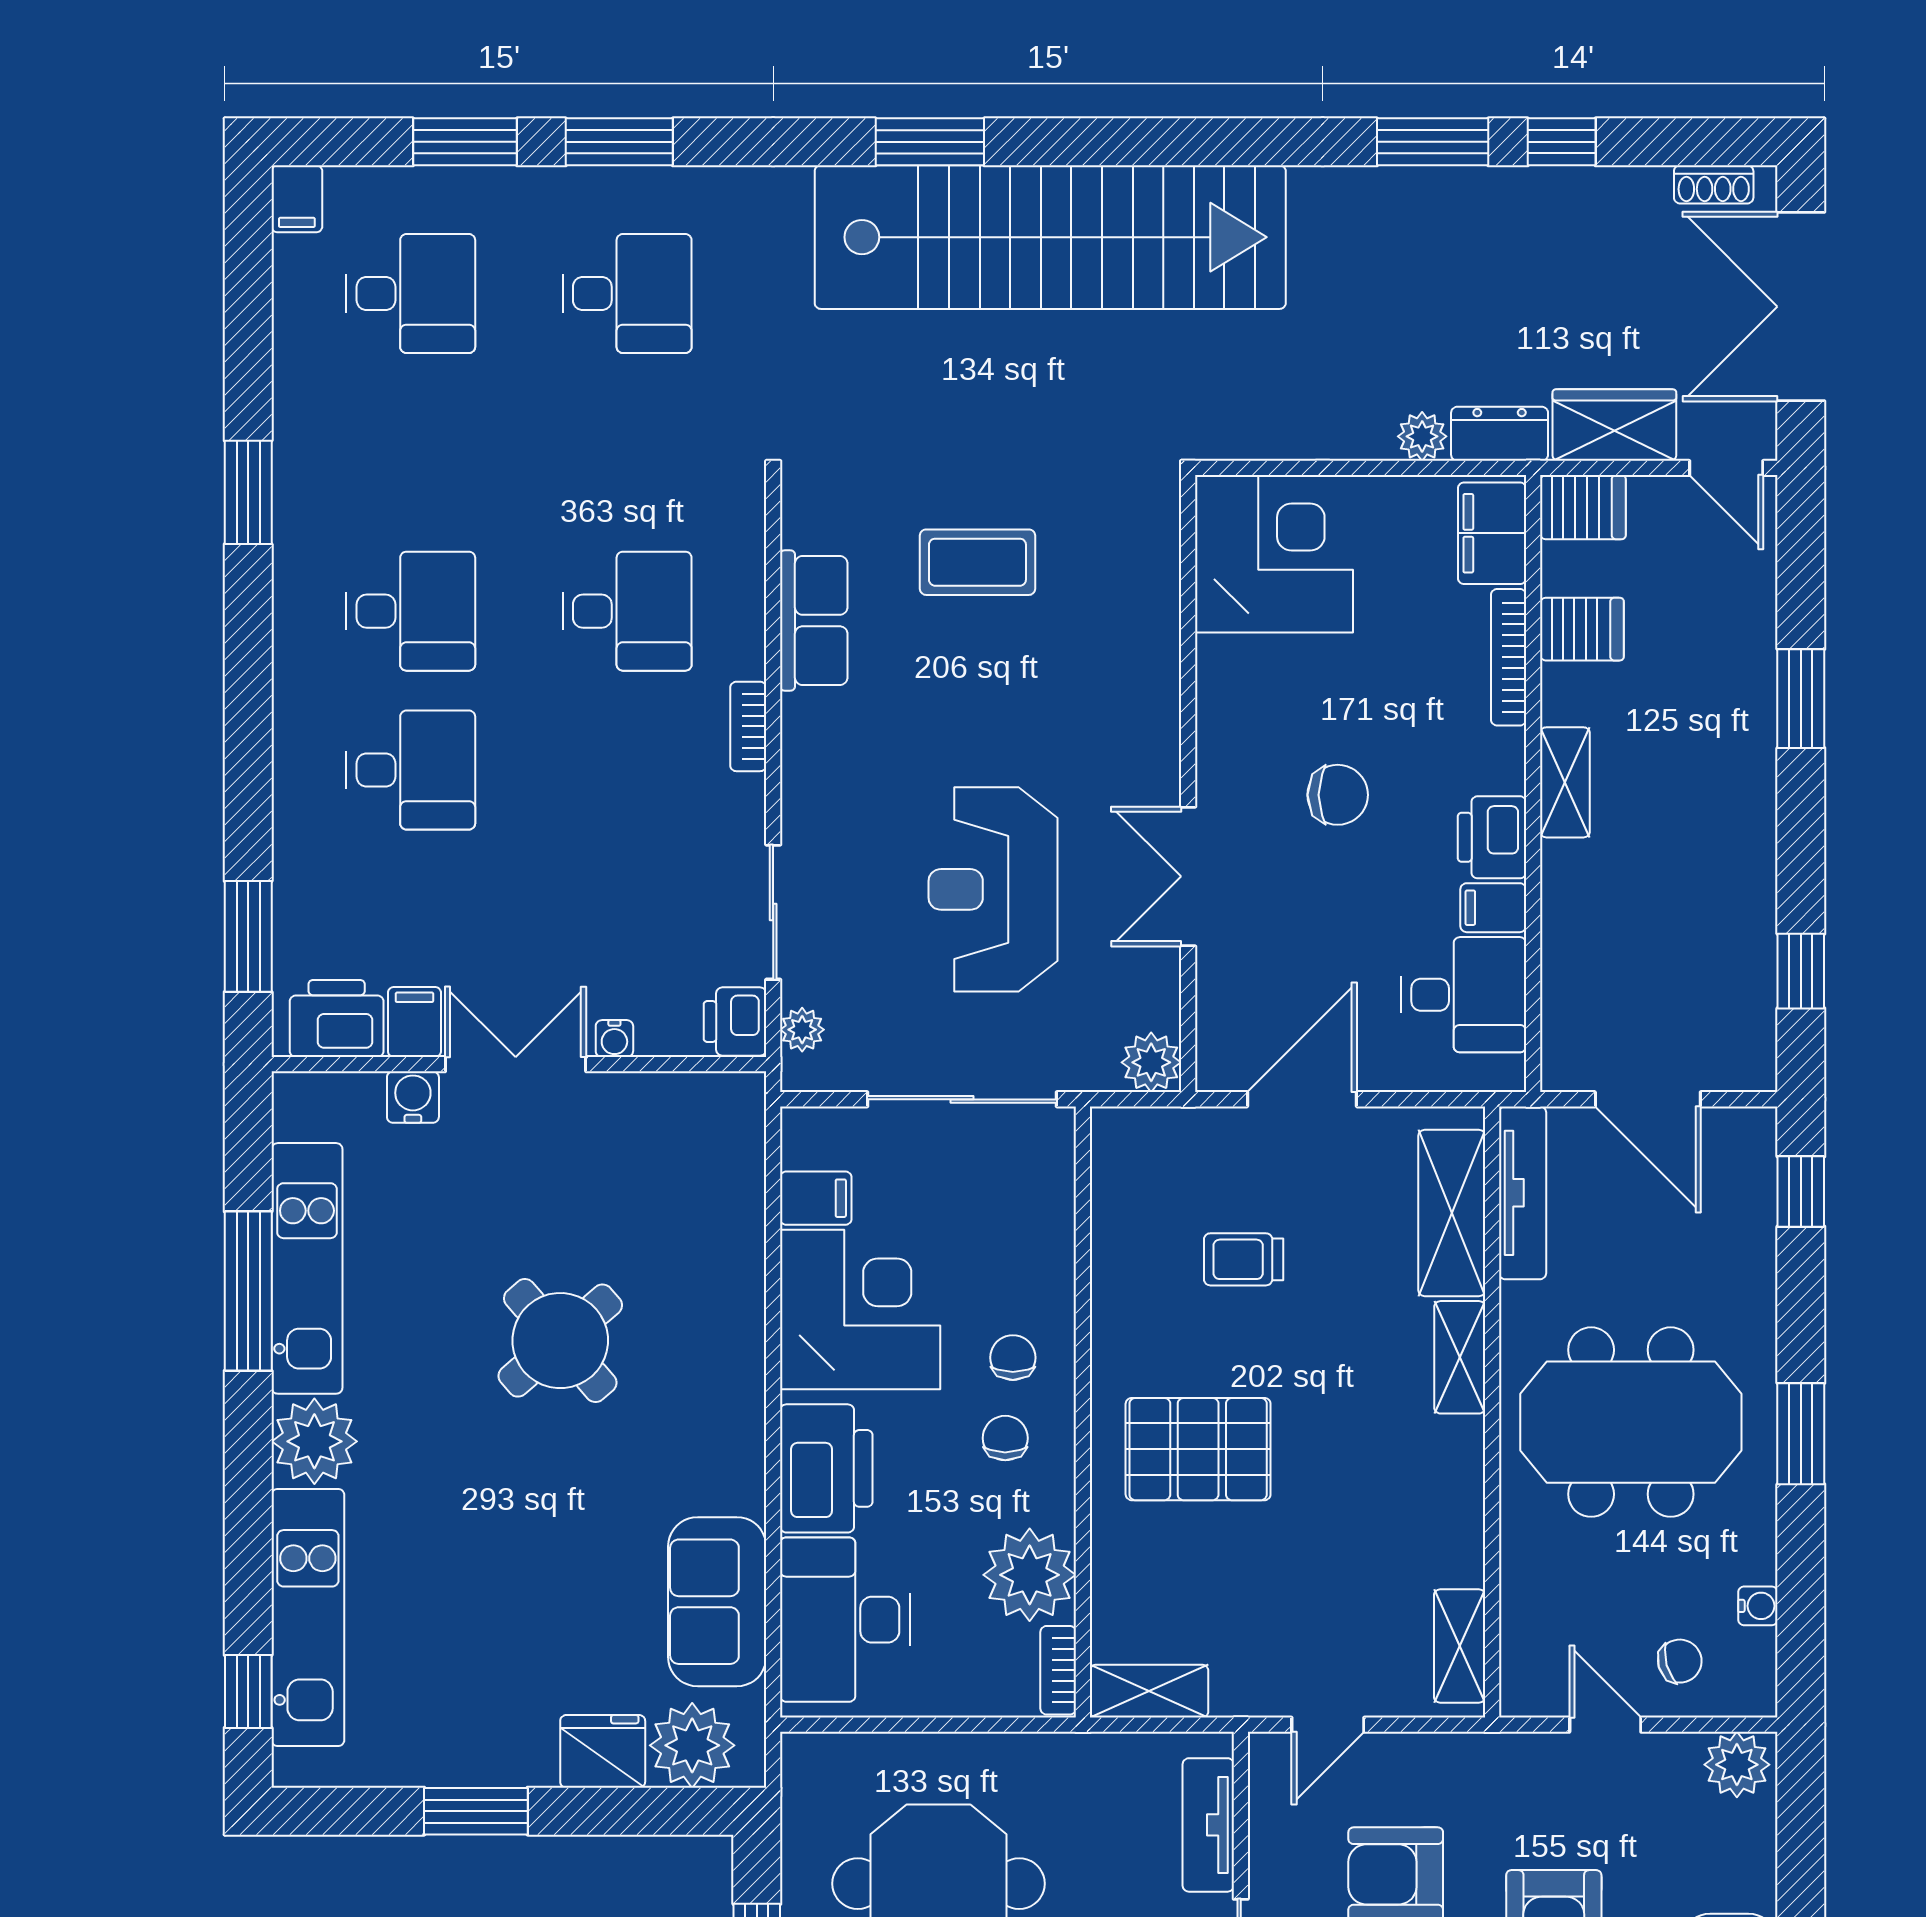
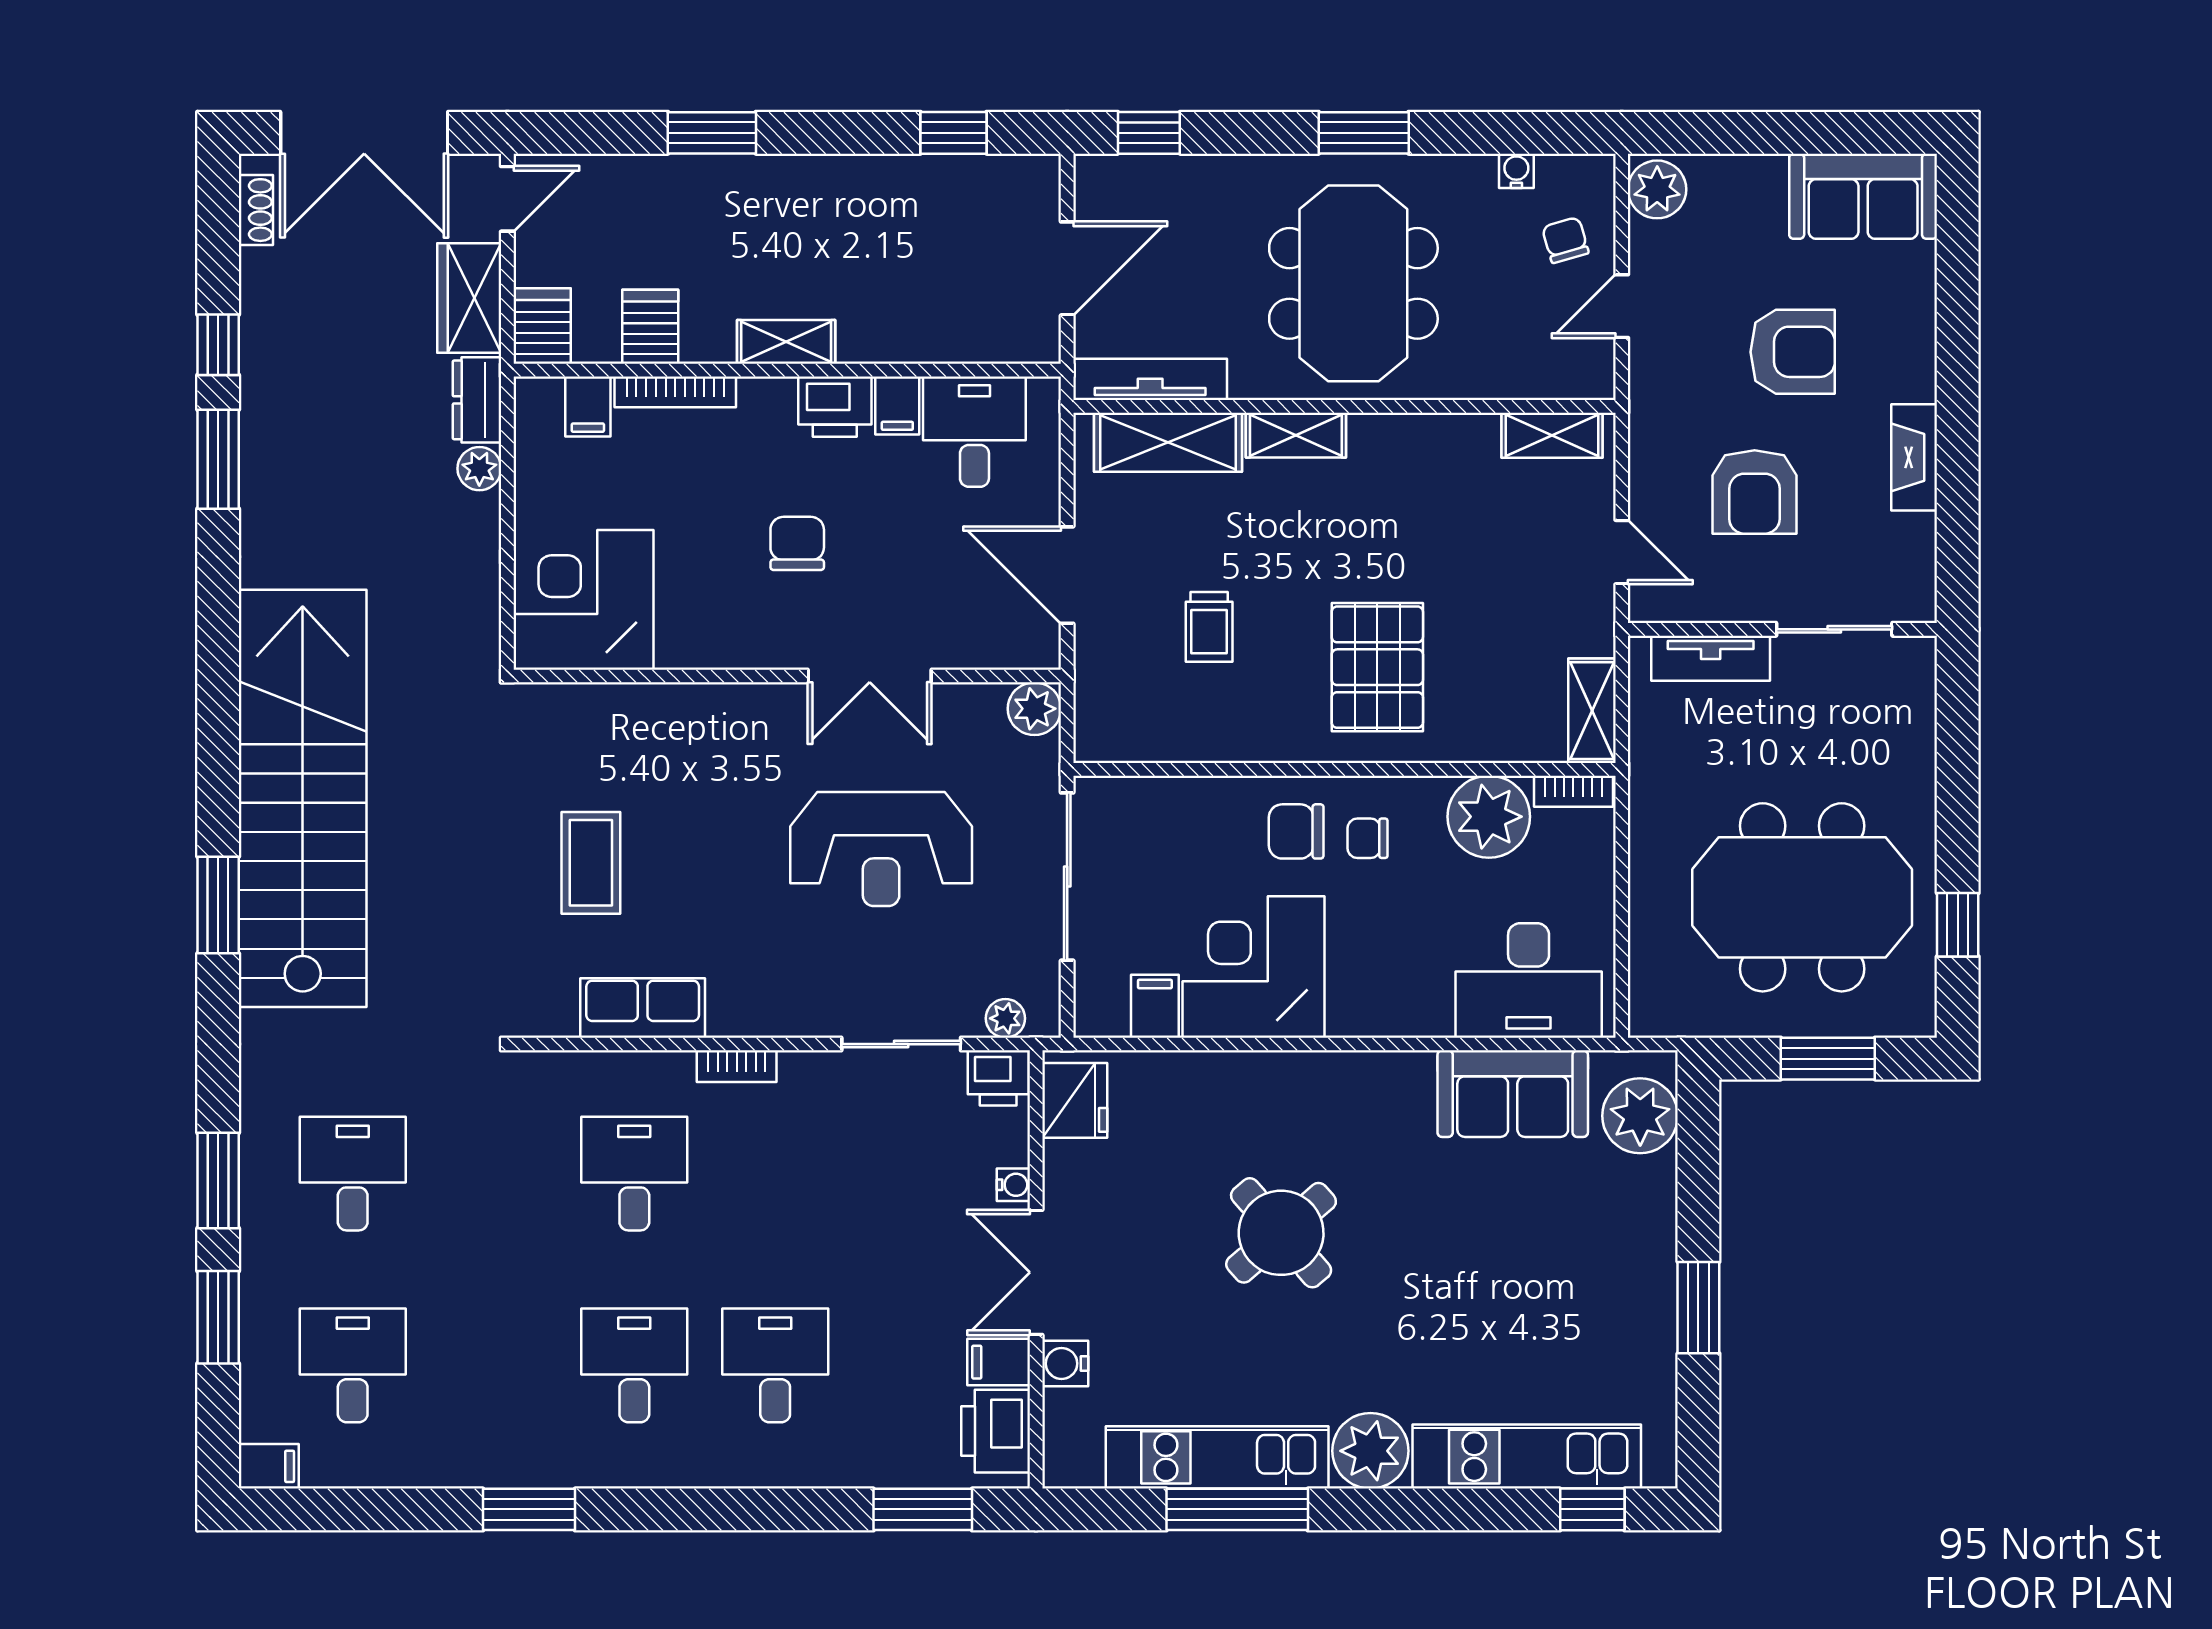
filing cabinet: (1492, 533) -> (588, 407), width x0.50
chair: (1013, 1358) -> (1296, 831), width x1.37, depth x1.37
printer: (826, 1468) -> (1394, 997), removed
fridge: (603, 1751) -> (1075, 1100), moved, turned 180

